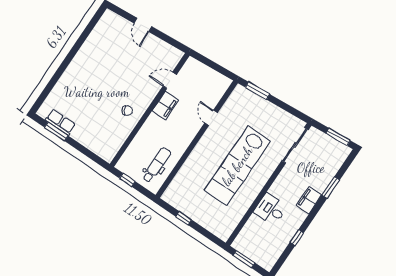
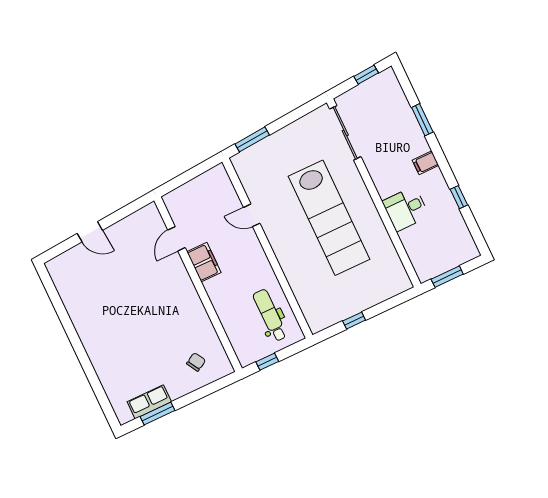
chair: (127, 111) -> (196, 362), moved
window: (338, 137) -> (366, 75), width x0.67
filing cabinet: (309, 200) -> (426, 163), width x0.50

